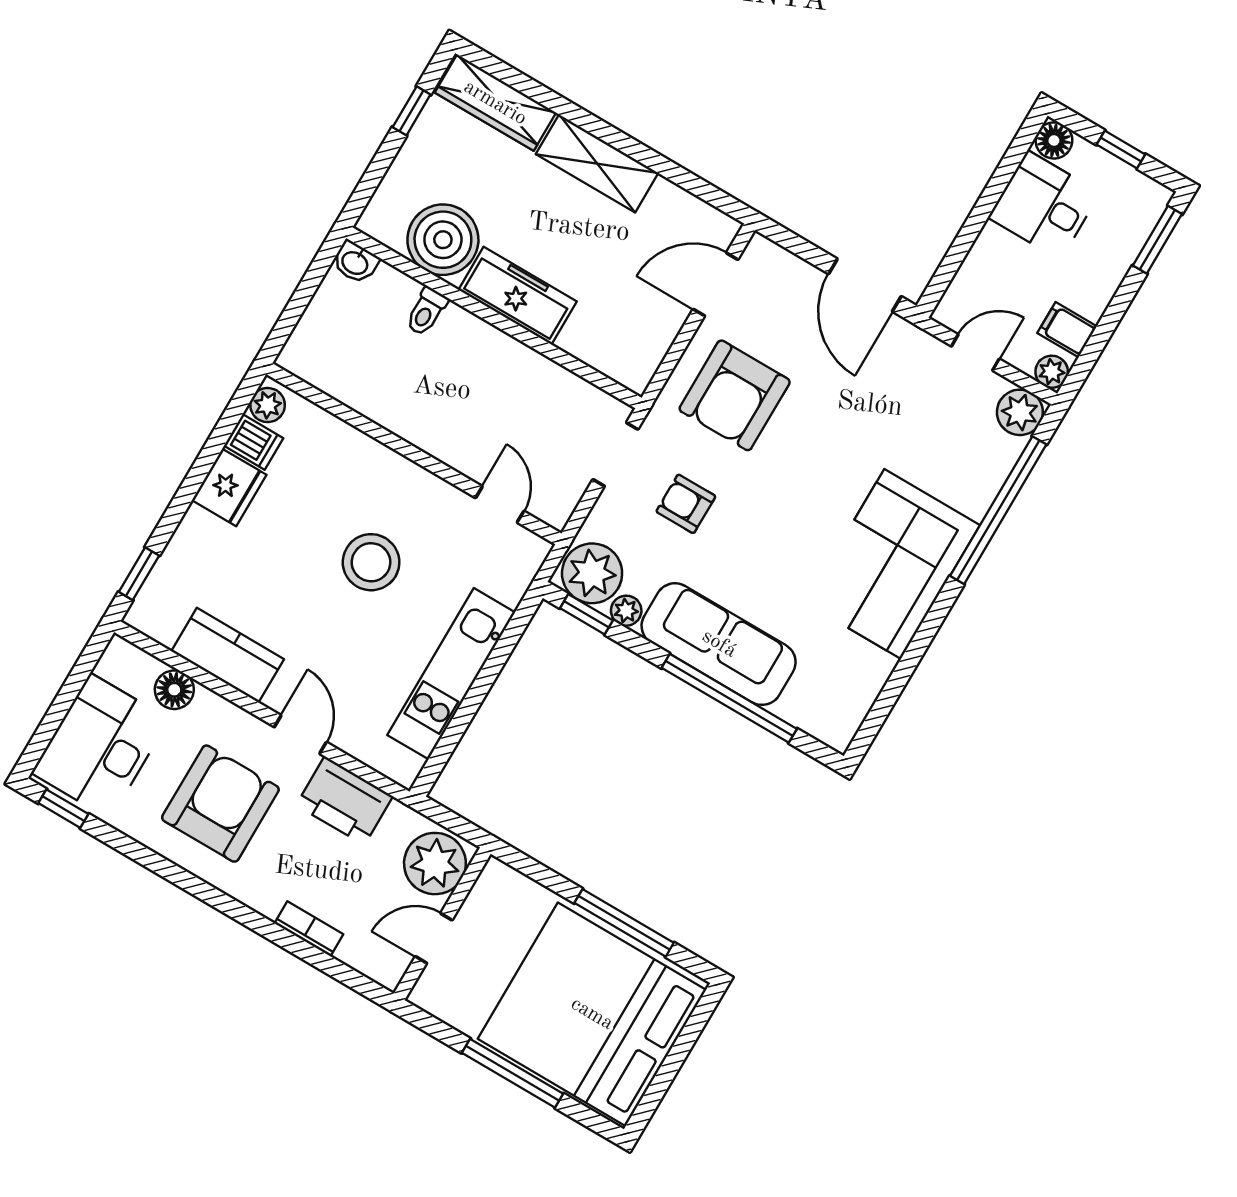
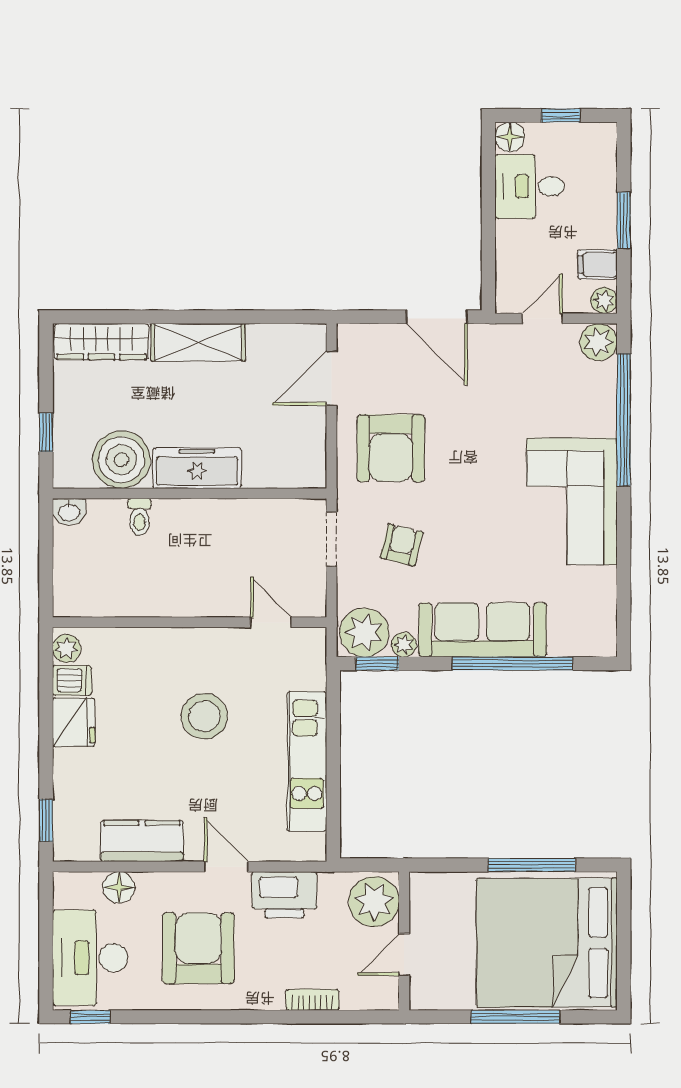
window: (412, 111) -> (46, 432), moved
window: (1157, 240) -> (624, 220), moved
armchair: (686, 504) -> (402, 545), turned 104

